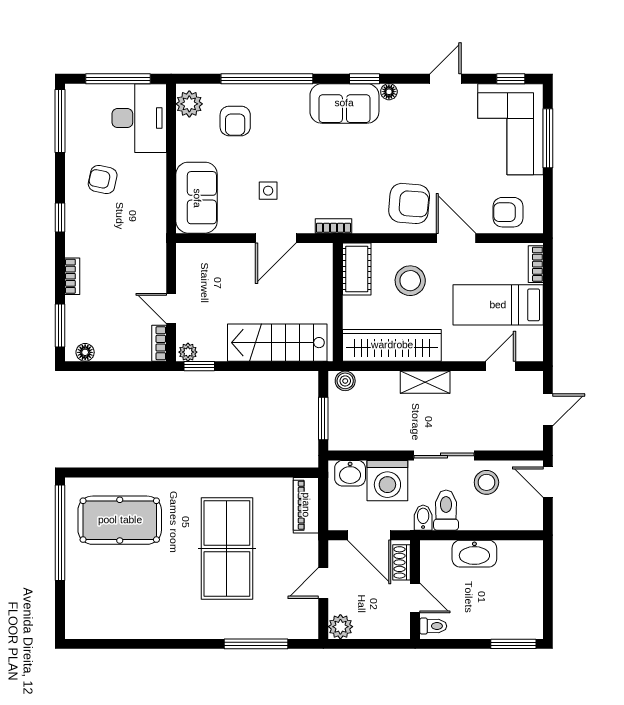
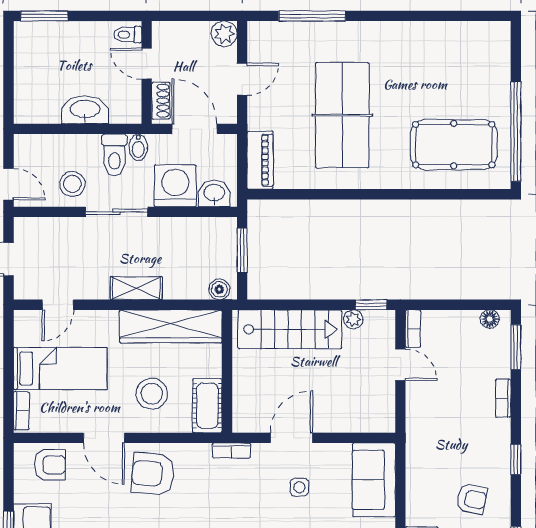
plant: (188, 352) -> (353, 319), moved

